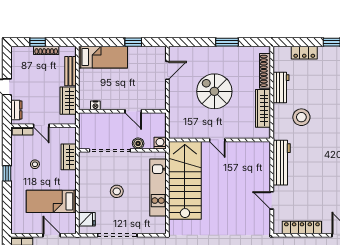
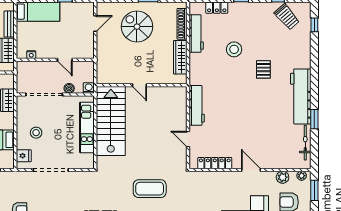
workbench: (281, 87) -> (196, 33), width x1.38
spiral stairs: (214, 91) -> (137, 27), moved
stool: (301, 117) -> (234, 49), moved
stool: (117, 191) -> (36, 133), moved

